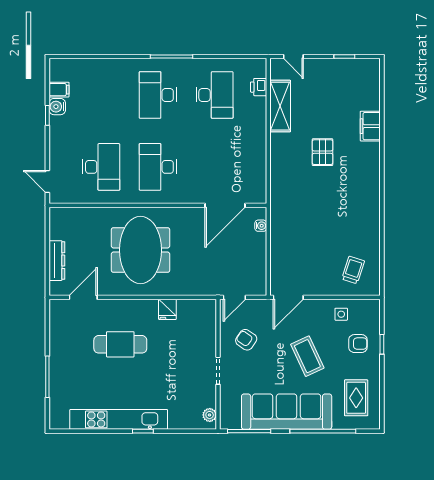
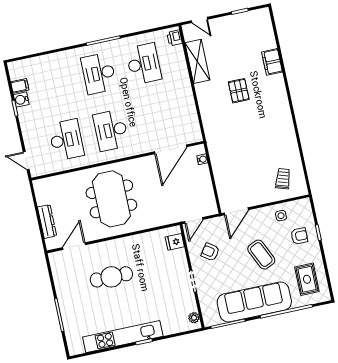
printer: (259, 87) -> (175, 38), moved
fridge: (167, 309) -> (175, 242), moved, turned 90

